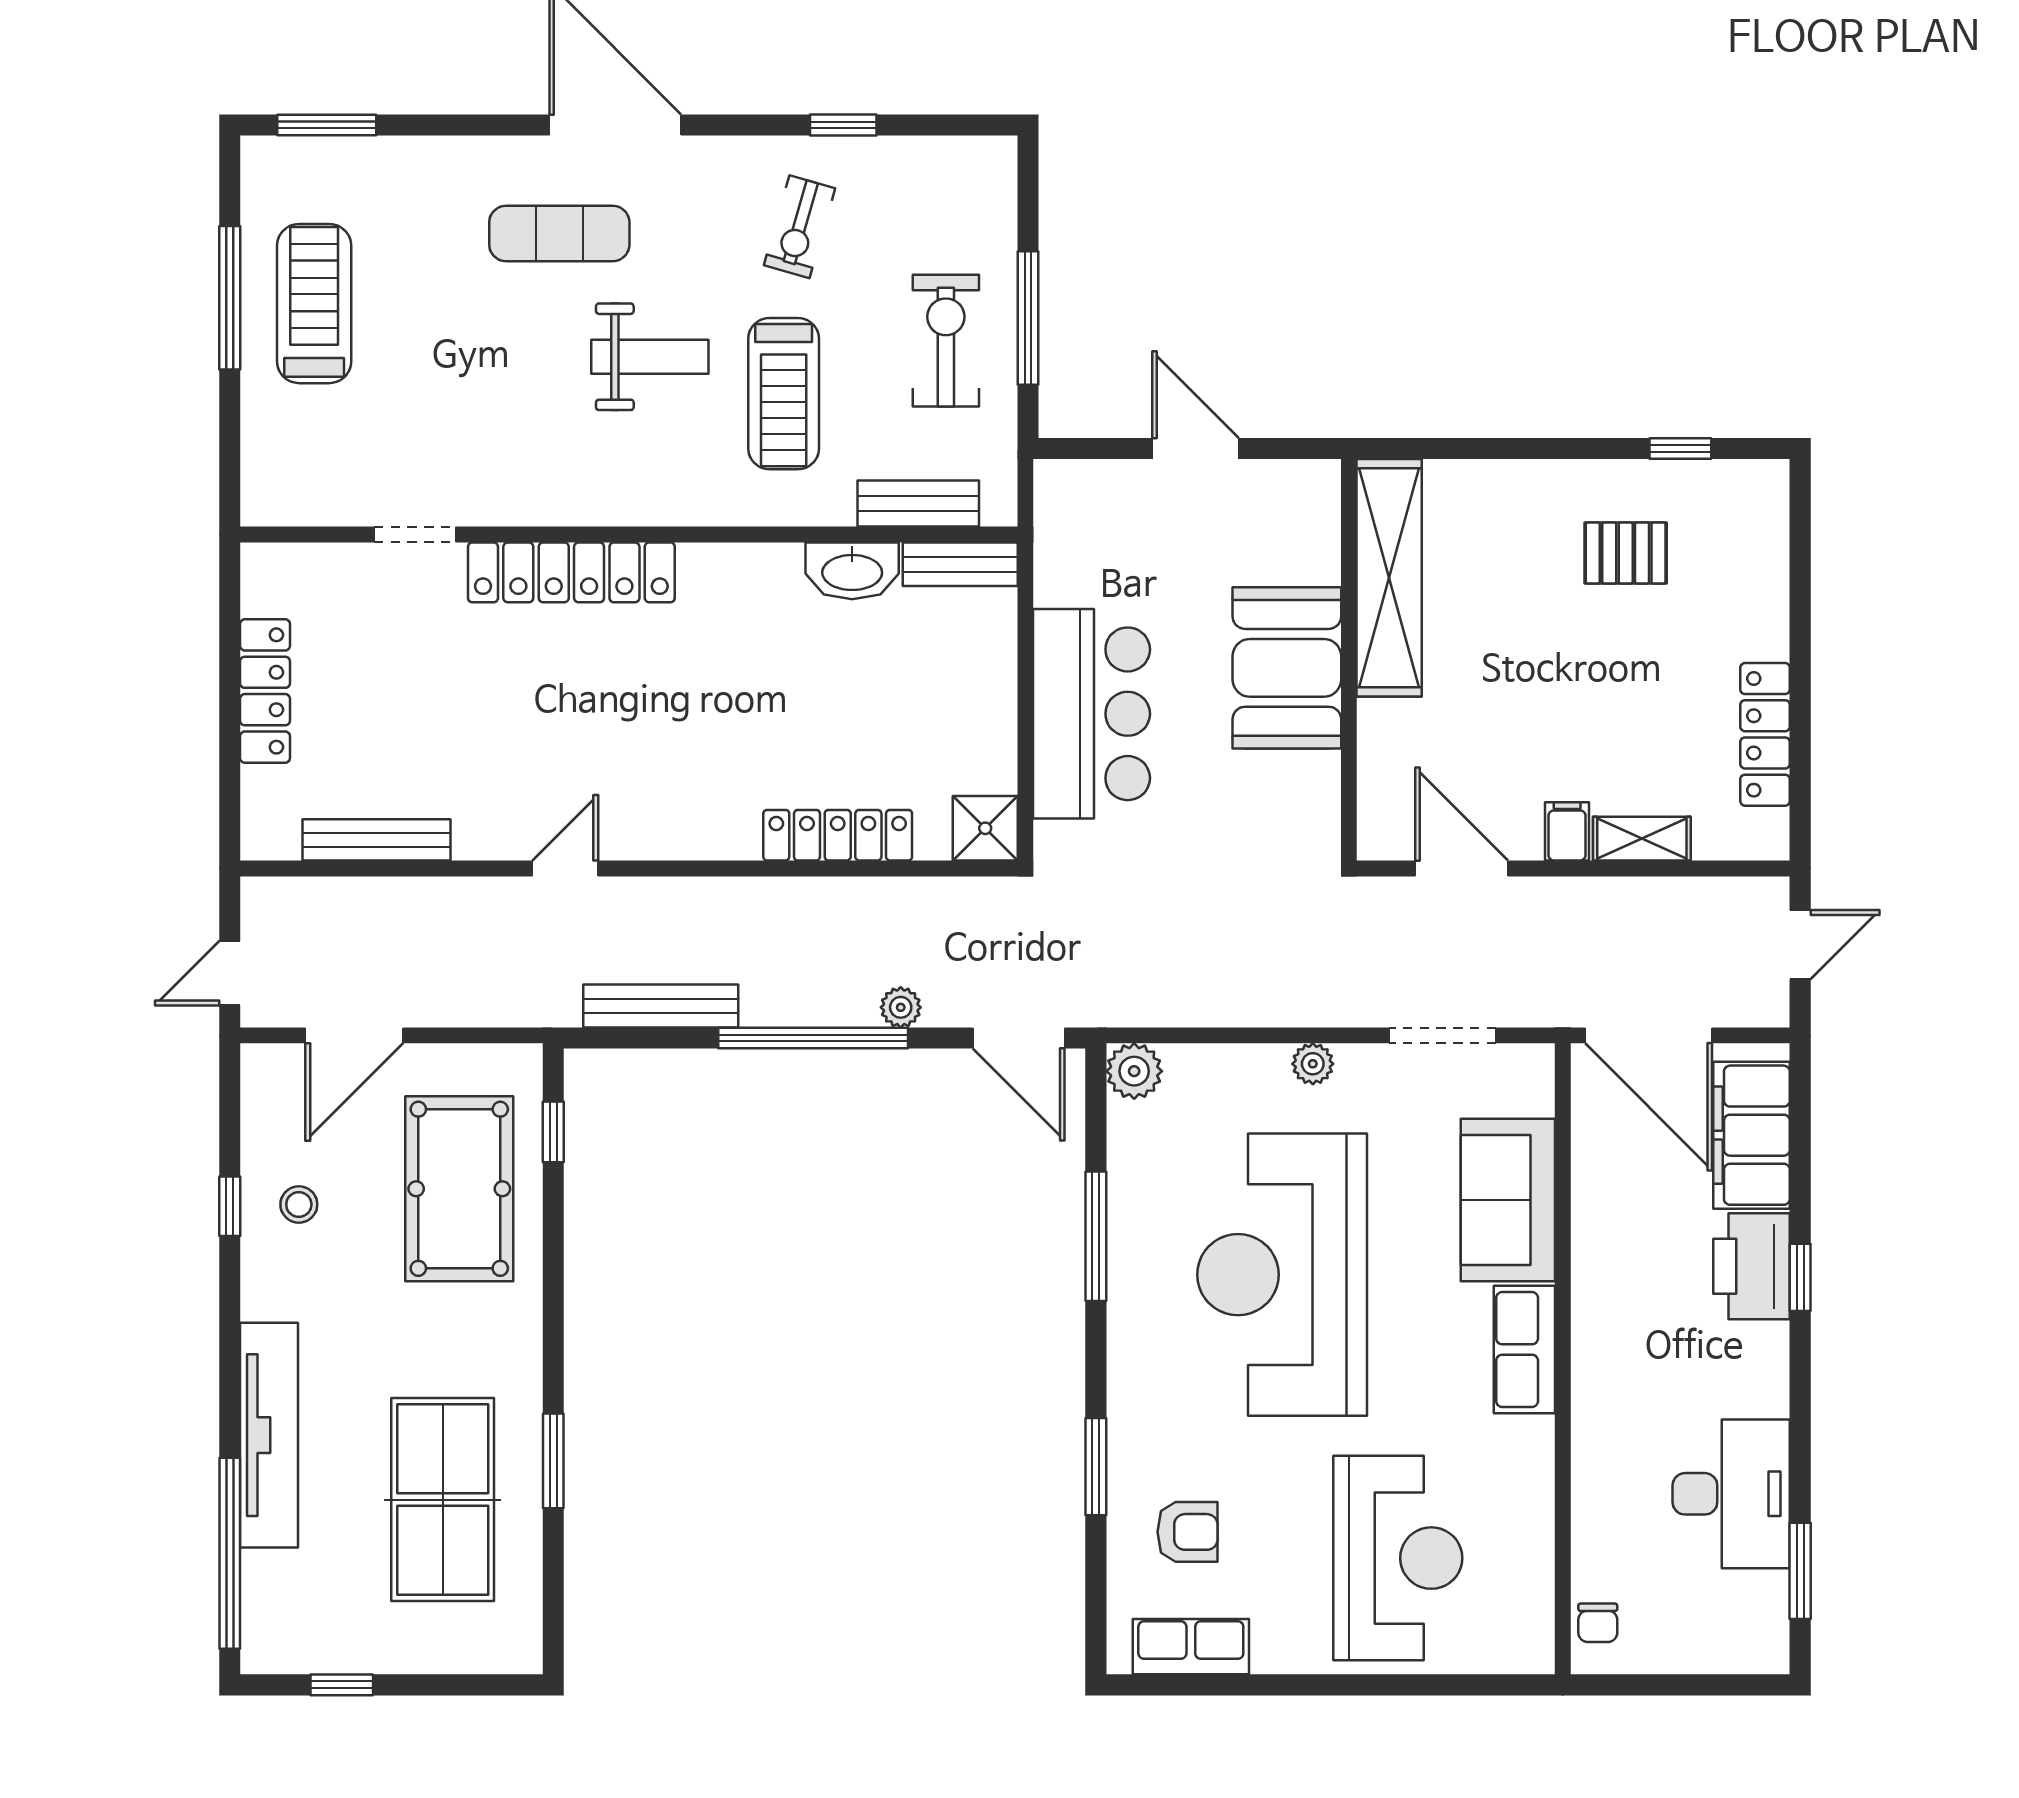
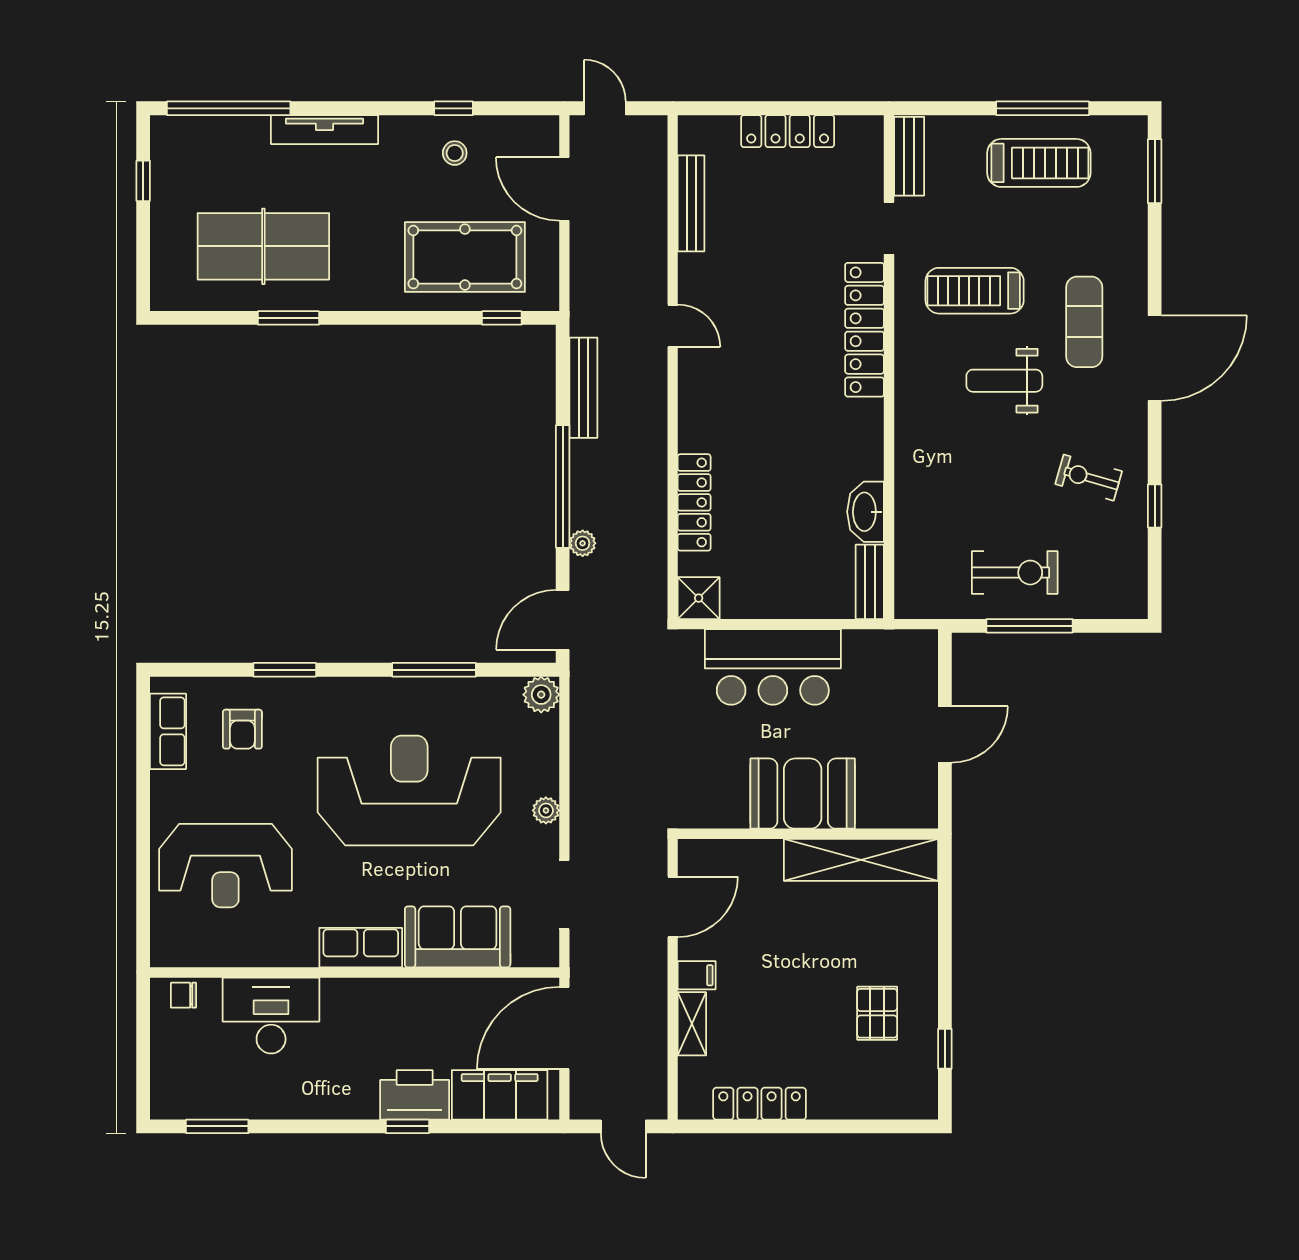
weight bench: (650, 357) -> (1004, 381), turned 90
treadmill: (784, 394) -> (975, 291), moved
bench: (918, 504) -> (909, 156), moved
tv unit: (269, 1435) -> (325, 130), width x0.73, depth x0.78
desk: (1731, 1494) -> (271, 1016), moved, turned 180

